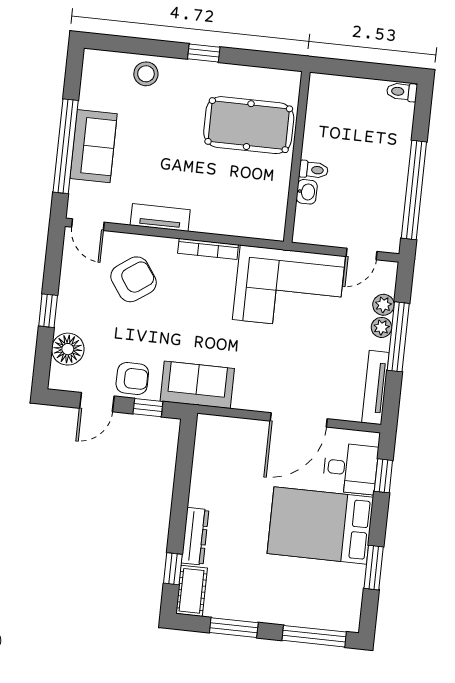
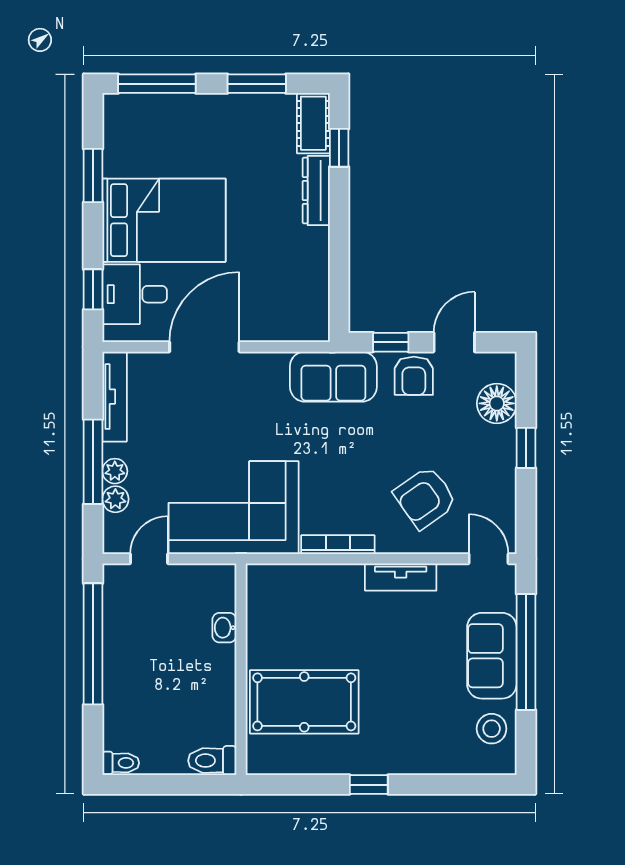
stool: (146, 74) -> (492, 729), moved
toilet: (314, 170) -> (212, 761), moved, width x1.37, depth x1.39
armchair: (132, 378) -> (414, 376), turned -90

